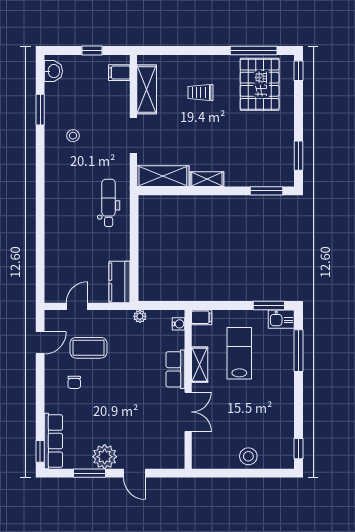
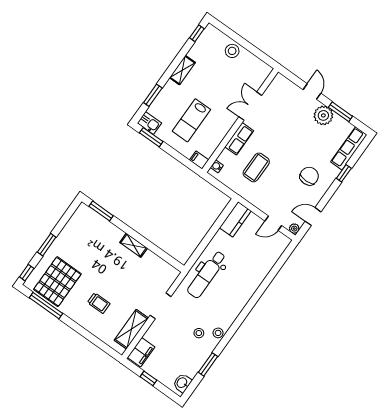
filing cabinet: (119, 73) -> (141, 352), width x2.00
stool: (53, 150) -> (218, 333), added
window: (299, 156) -> (47, 245), moved
shelving: (163, 176) -> (160, 267), removed
dental chair: (109, 203) -> (207, 274), width x1.36, depth x1.38
plant: (140, 316) -> (294, 229), moved
coffee table: (89, 348) -> (256, 167), moved, turned 90
window: (299, 351) -> (153, 95), width x0.69
shelving: (200, 365) -> (182, 70), moved
chair: (74, 382) -> (309, 176), width x1.87, depth x1.87
window: (40, 451) -> (344, 173), moved

